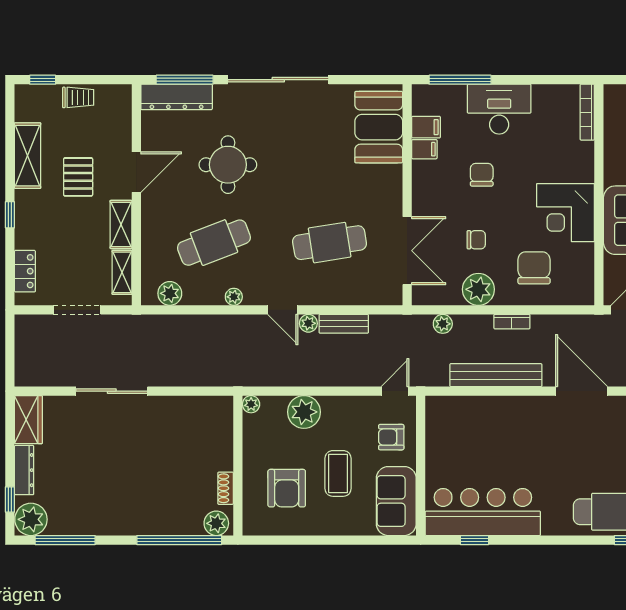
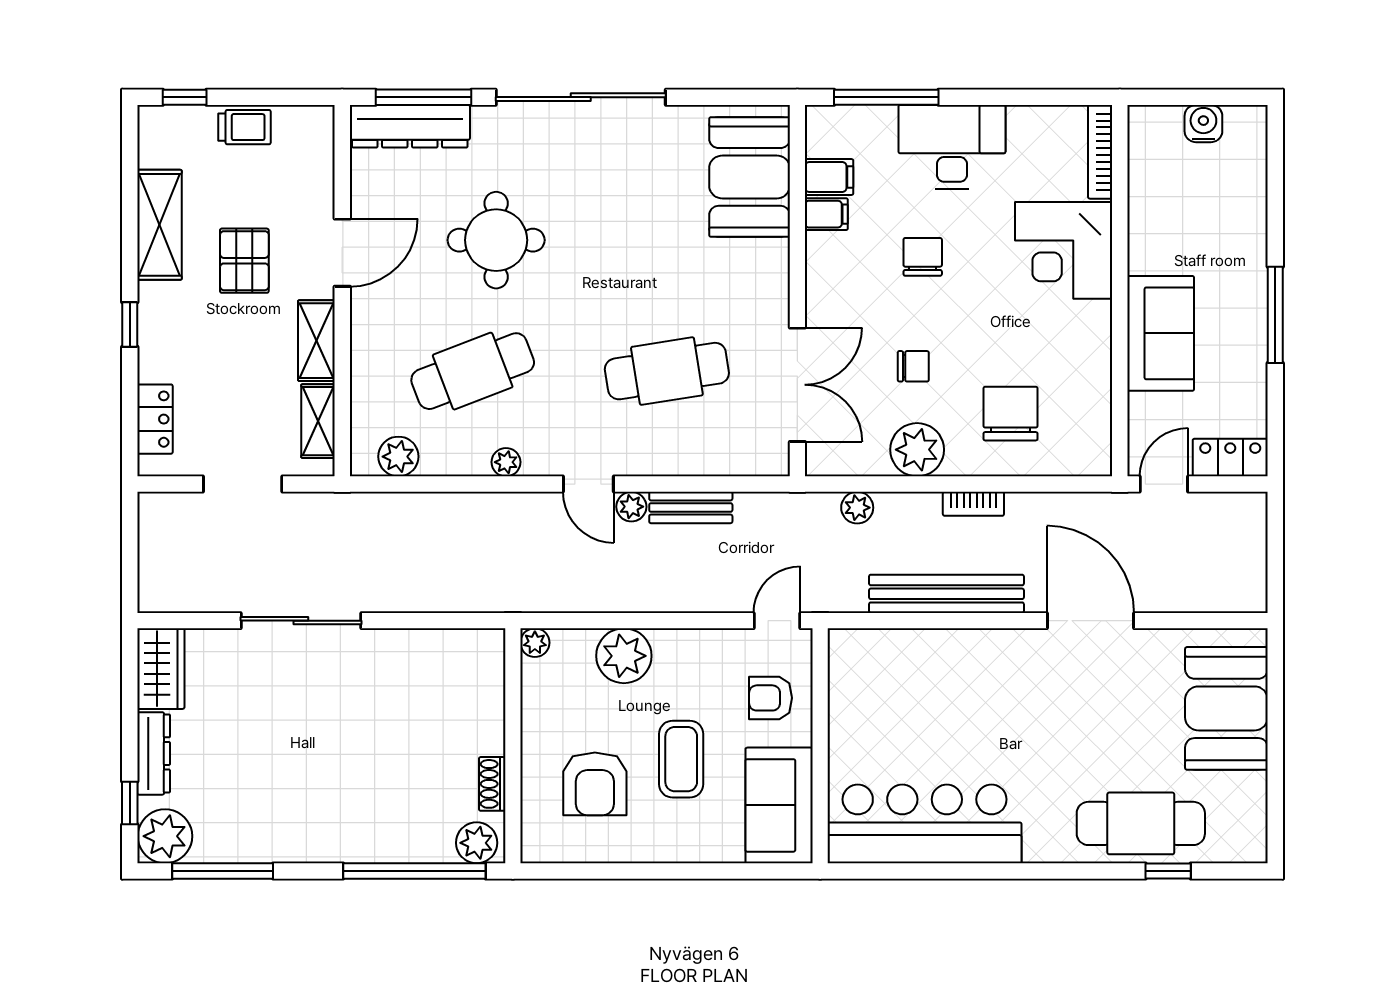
corner desk: (566, 213) -> (1064, 250), moved
window: (474, 540) -> (911, 871), removed

